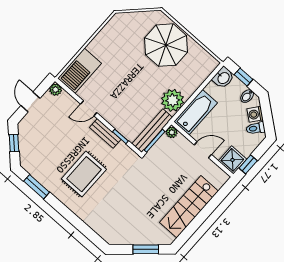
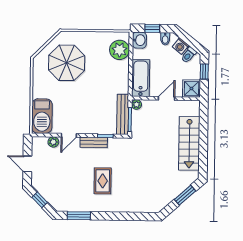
parasol: (166, 45) -> (67, 63), moved
plant: (56, 90) -> (53, 142), moved
plant: (173, 100) -> (119, 50), moved
window: (248, 164) -> (204, 72), moved
rug: (84, 174) -> (103, 181), width x0.73, depth x0.70

